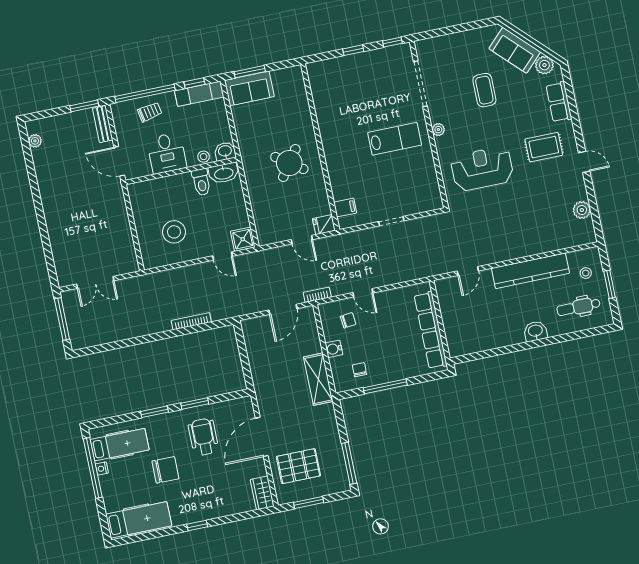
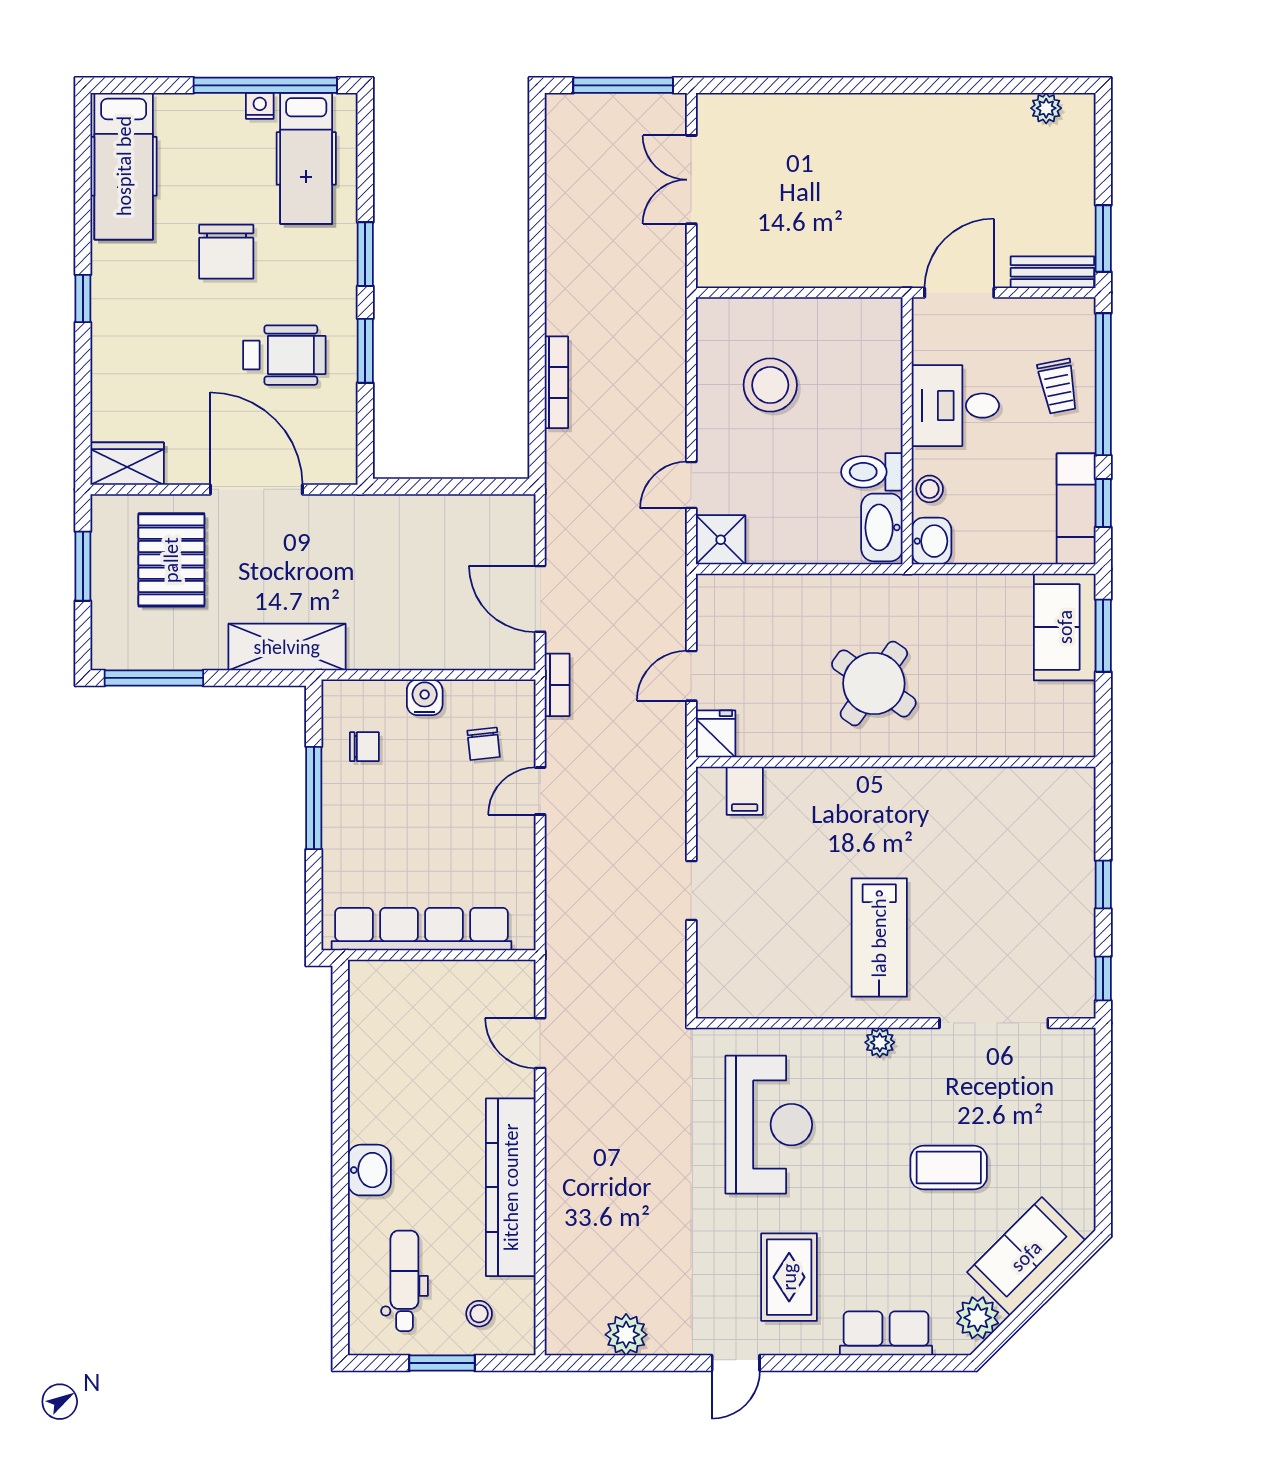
shelving: (318, 379) -> (287, 647), moved

